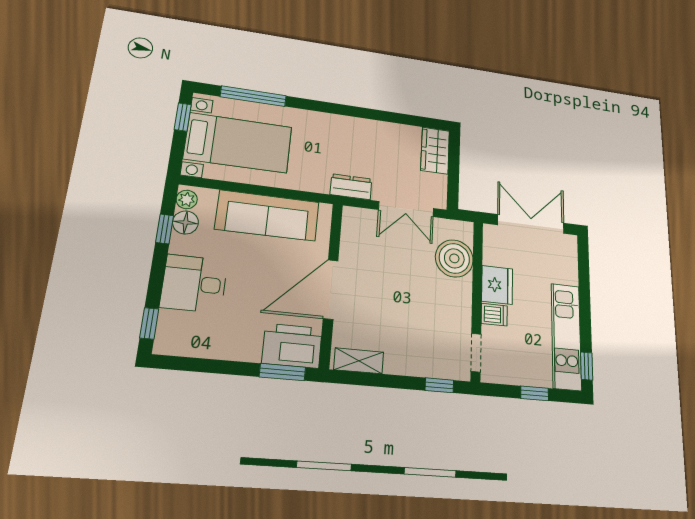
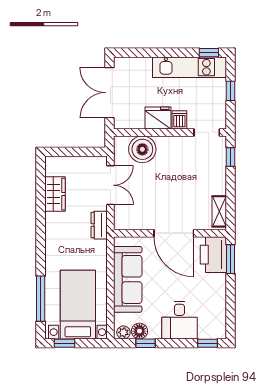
wardrobe: (435, 151) -> (55, 194), moved, turned -90

